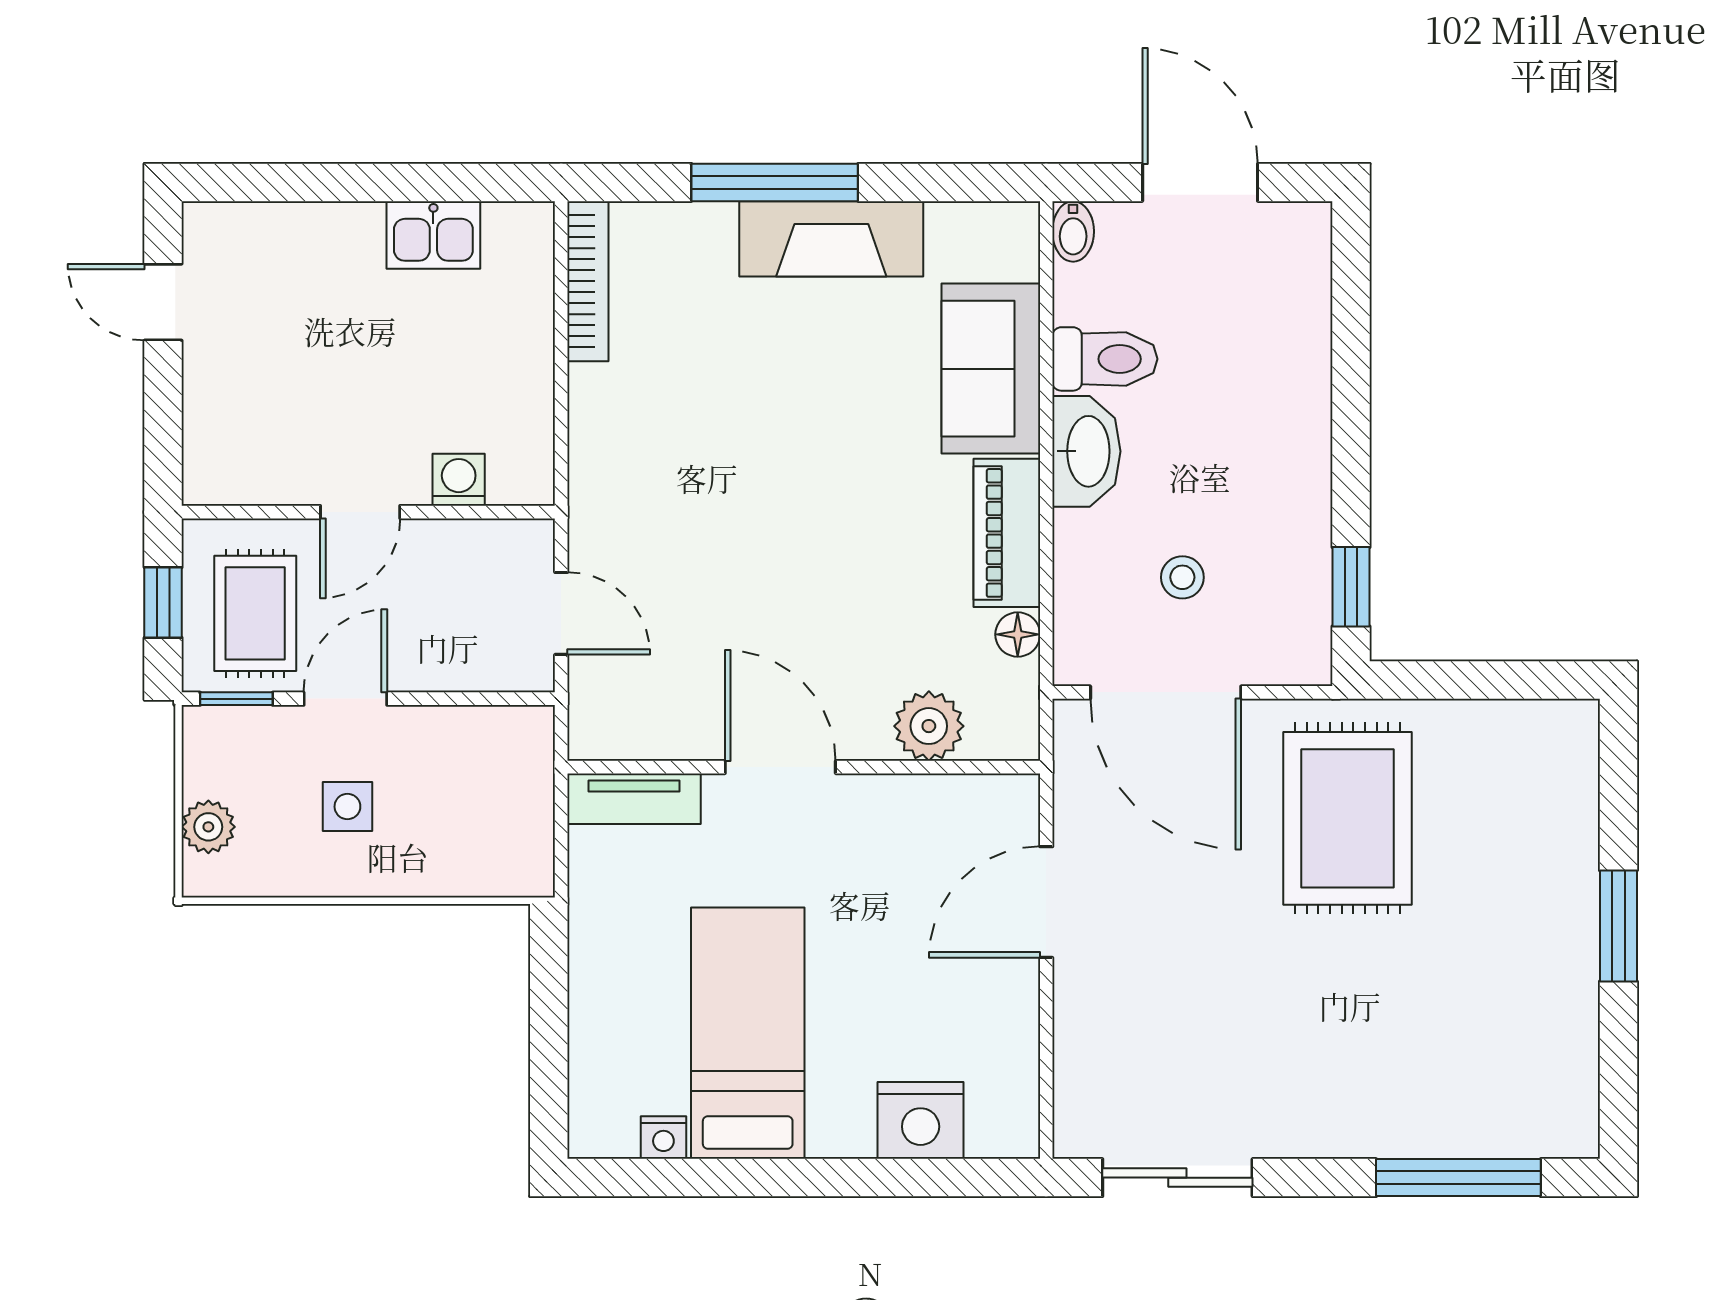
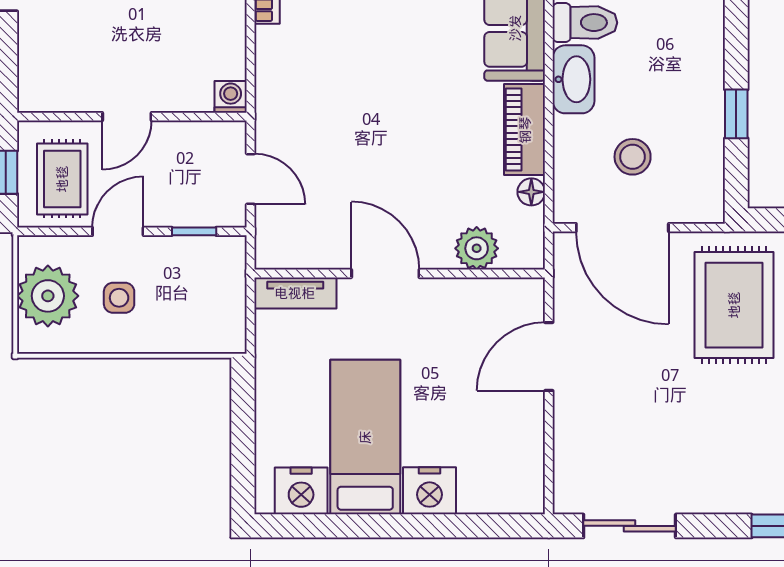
washing machine: (459, 480) -> (231, 97), moved
stool: (1182, 577) -> (633, 157), width x1.37, depth x1.37
window: (1351, 587) -> (736, 114), moved
window: (236, 699) -> (194, 231), moved
plant: (208, 827) -> (48, 296), width x1.87, depth x1.87
nightstand: (921, 1120) -> (429, 491), moved
nightstand: (663, 1138) -> (301, 491), width x1.89, depth x1.79

